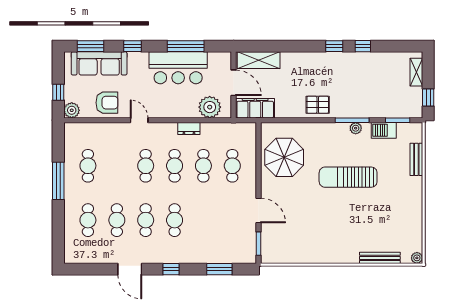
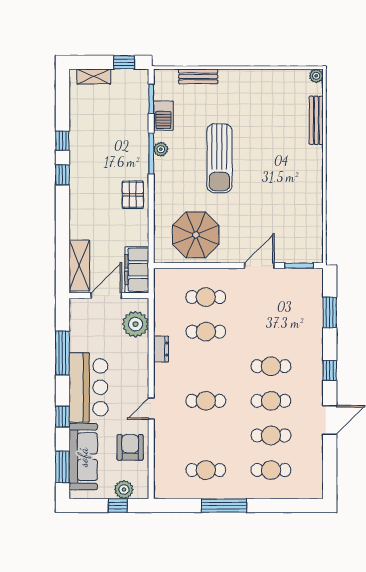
bar counter: (178, 68) -> (88, 387), moved
plant: (72, 110) -> (124, 490), moved
cafe table: (175, 166) -> (206, 366), removed

